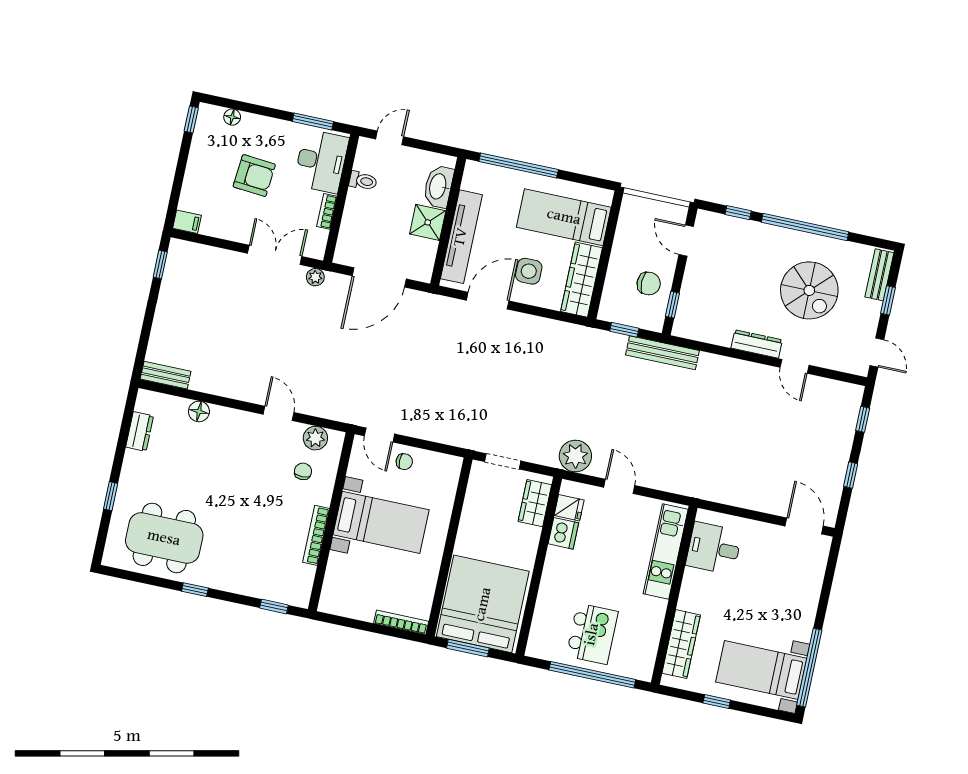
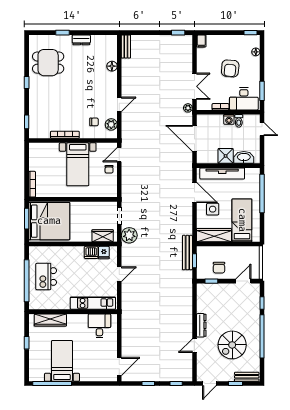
washing machine: (356, 200) -> (229, 119), added
bench: (662, 353) -> (187, 253), moved
dresser: (140, 431) -> (81, 40), moved
plant: (575, 456) -> (129, 235), moved
dining table: (164, 538) -> (48, 63), width x0.73
kitchen island: (592, 634) -> (46, 276), turned 90
bed with nightstands: (761, 670) -> (62, 361), moved

